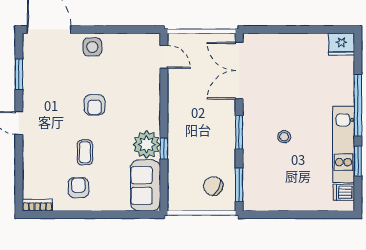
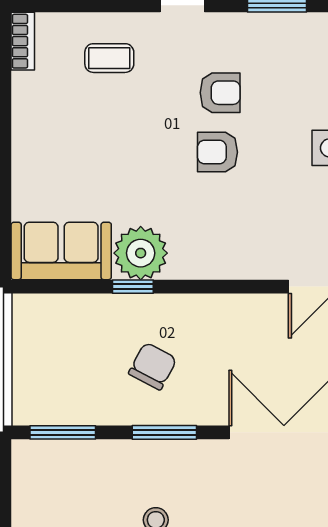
coffee table: (85, 152) -> (109, 58), moved
chair: (213, 186) -> (153, 366), moved
armchair: (78, 188) -> (220, 93), moved

